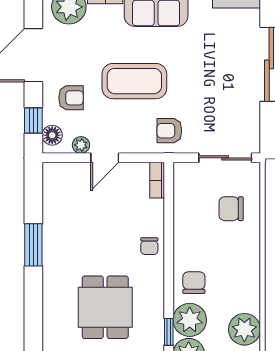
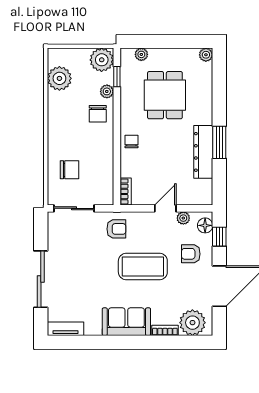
dresser: (55, 232) -> (203, 152), added
plant: (190, 320) -> (107, 91), width x0.53, depth x0.53

